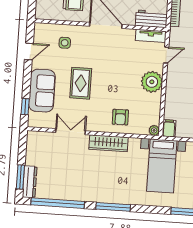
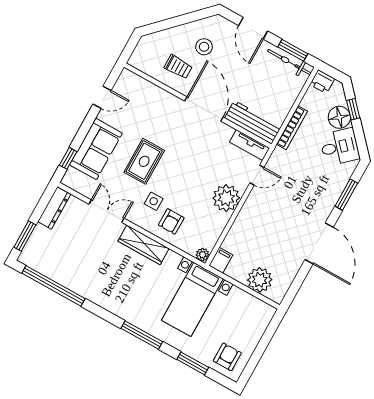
workbench: (151, 19) -> (253, 122), width x1.38
side table: (65, 43) -> (154, 201), moved
dresser: (30, 182) -> (54, 208), moved
window: (113, 207) -> (142, 335), moved

